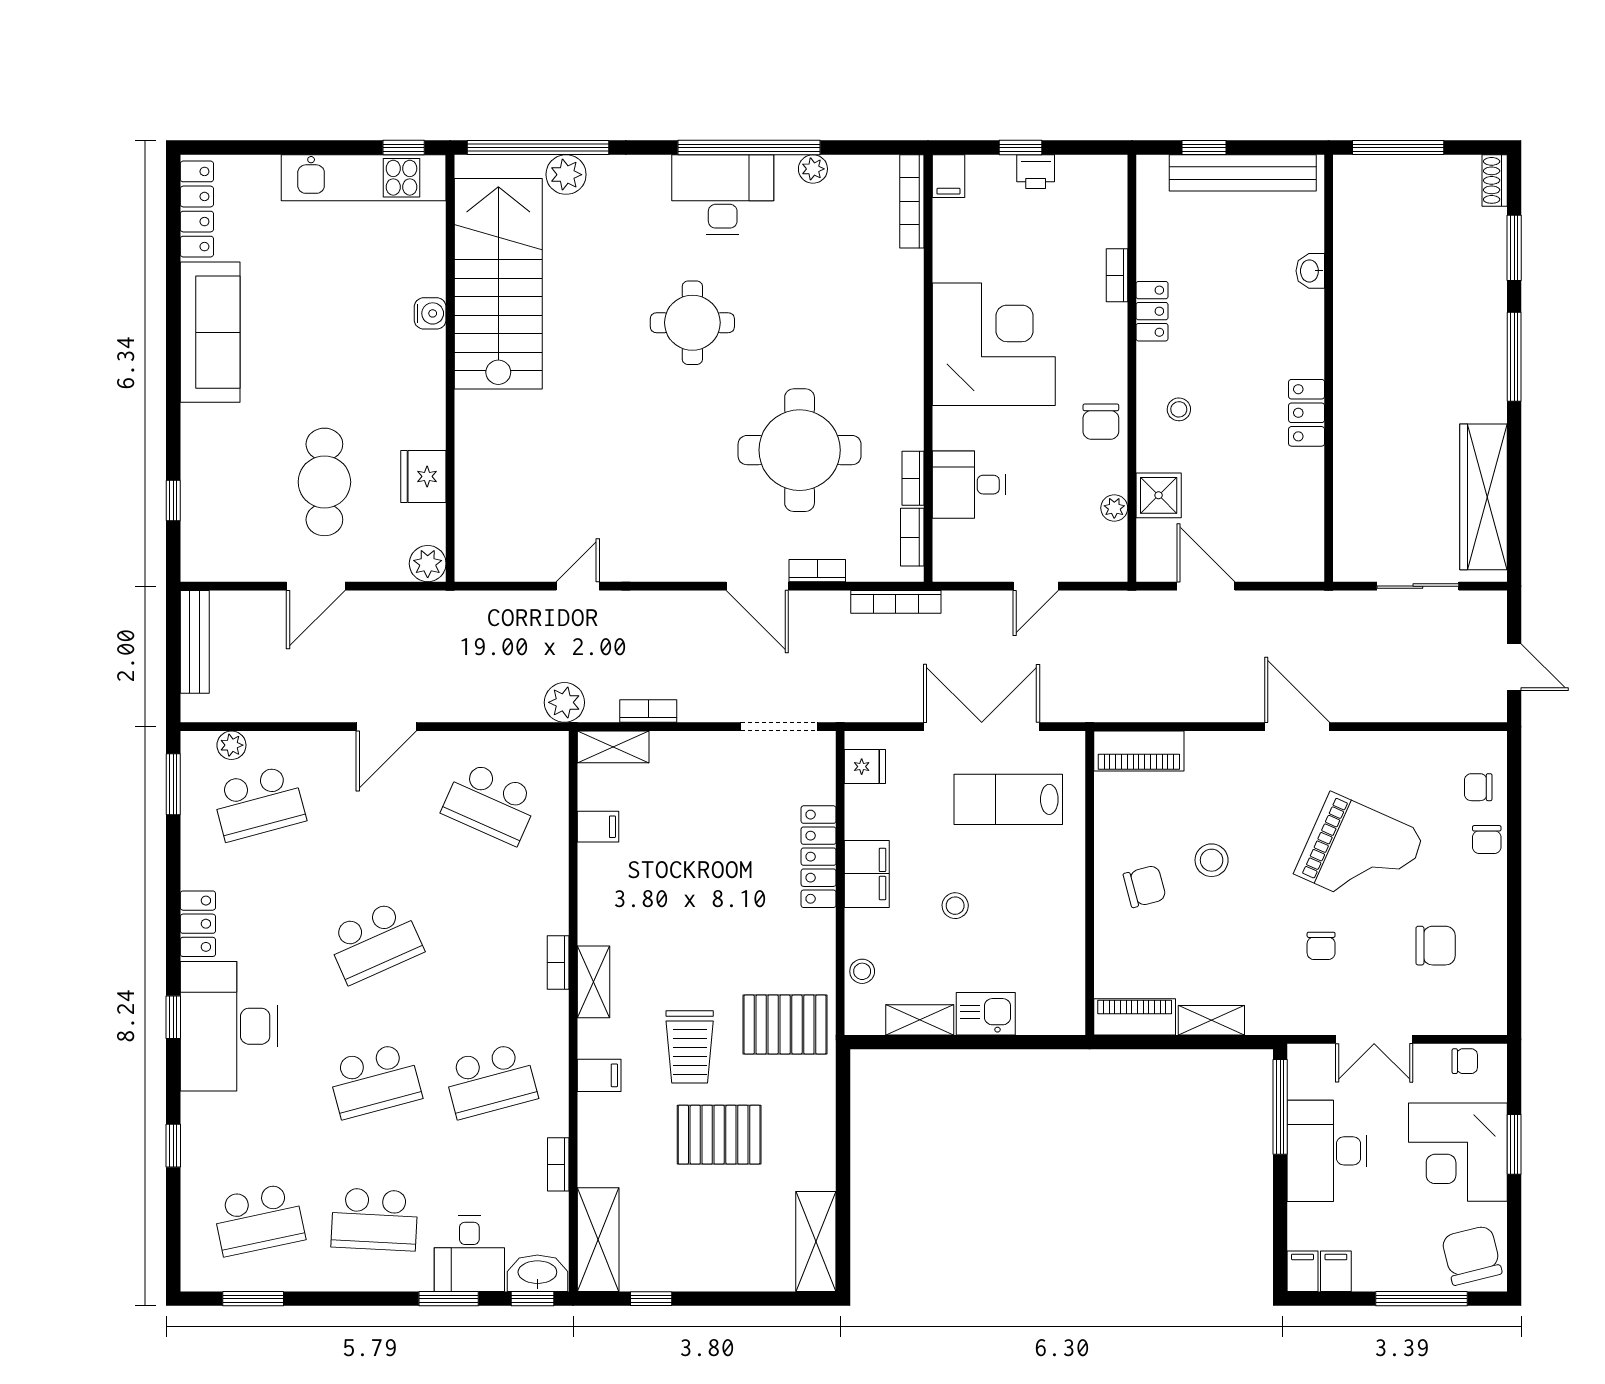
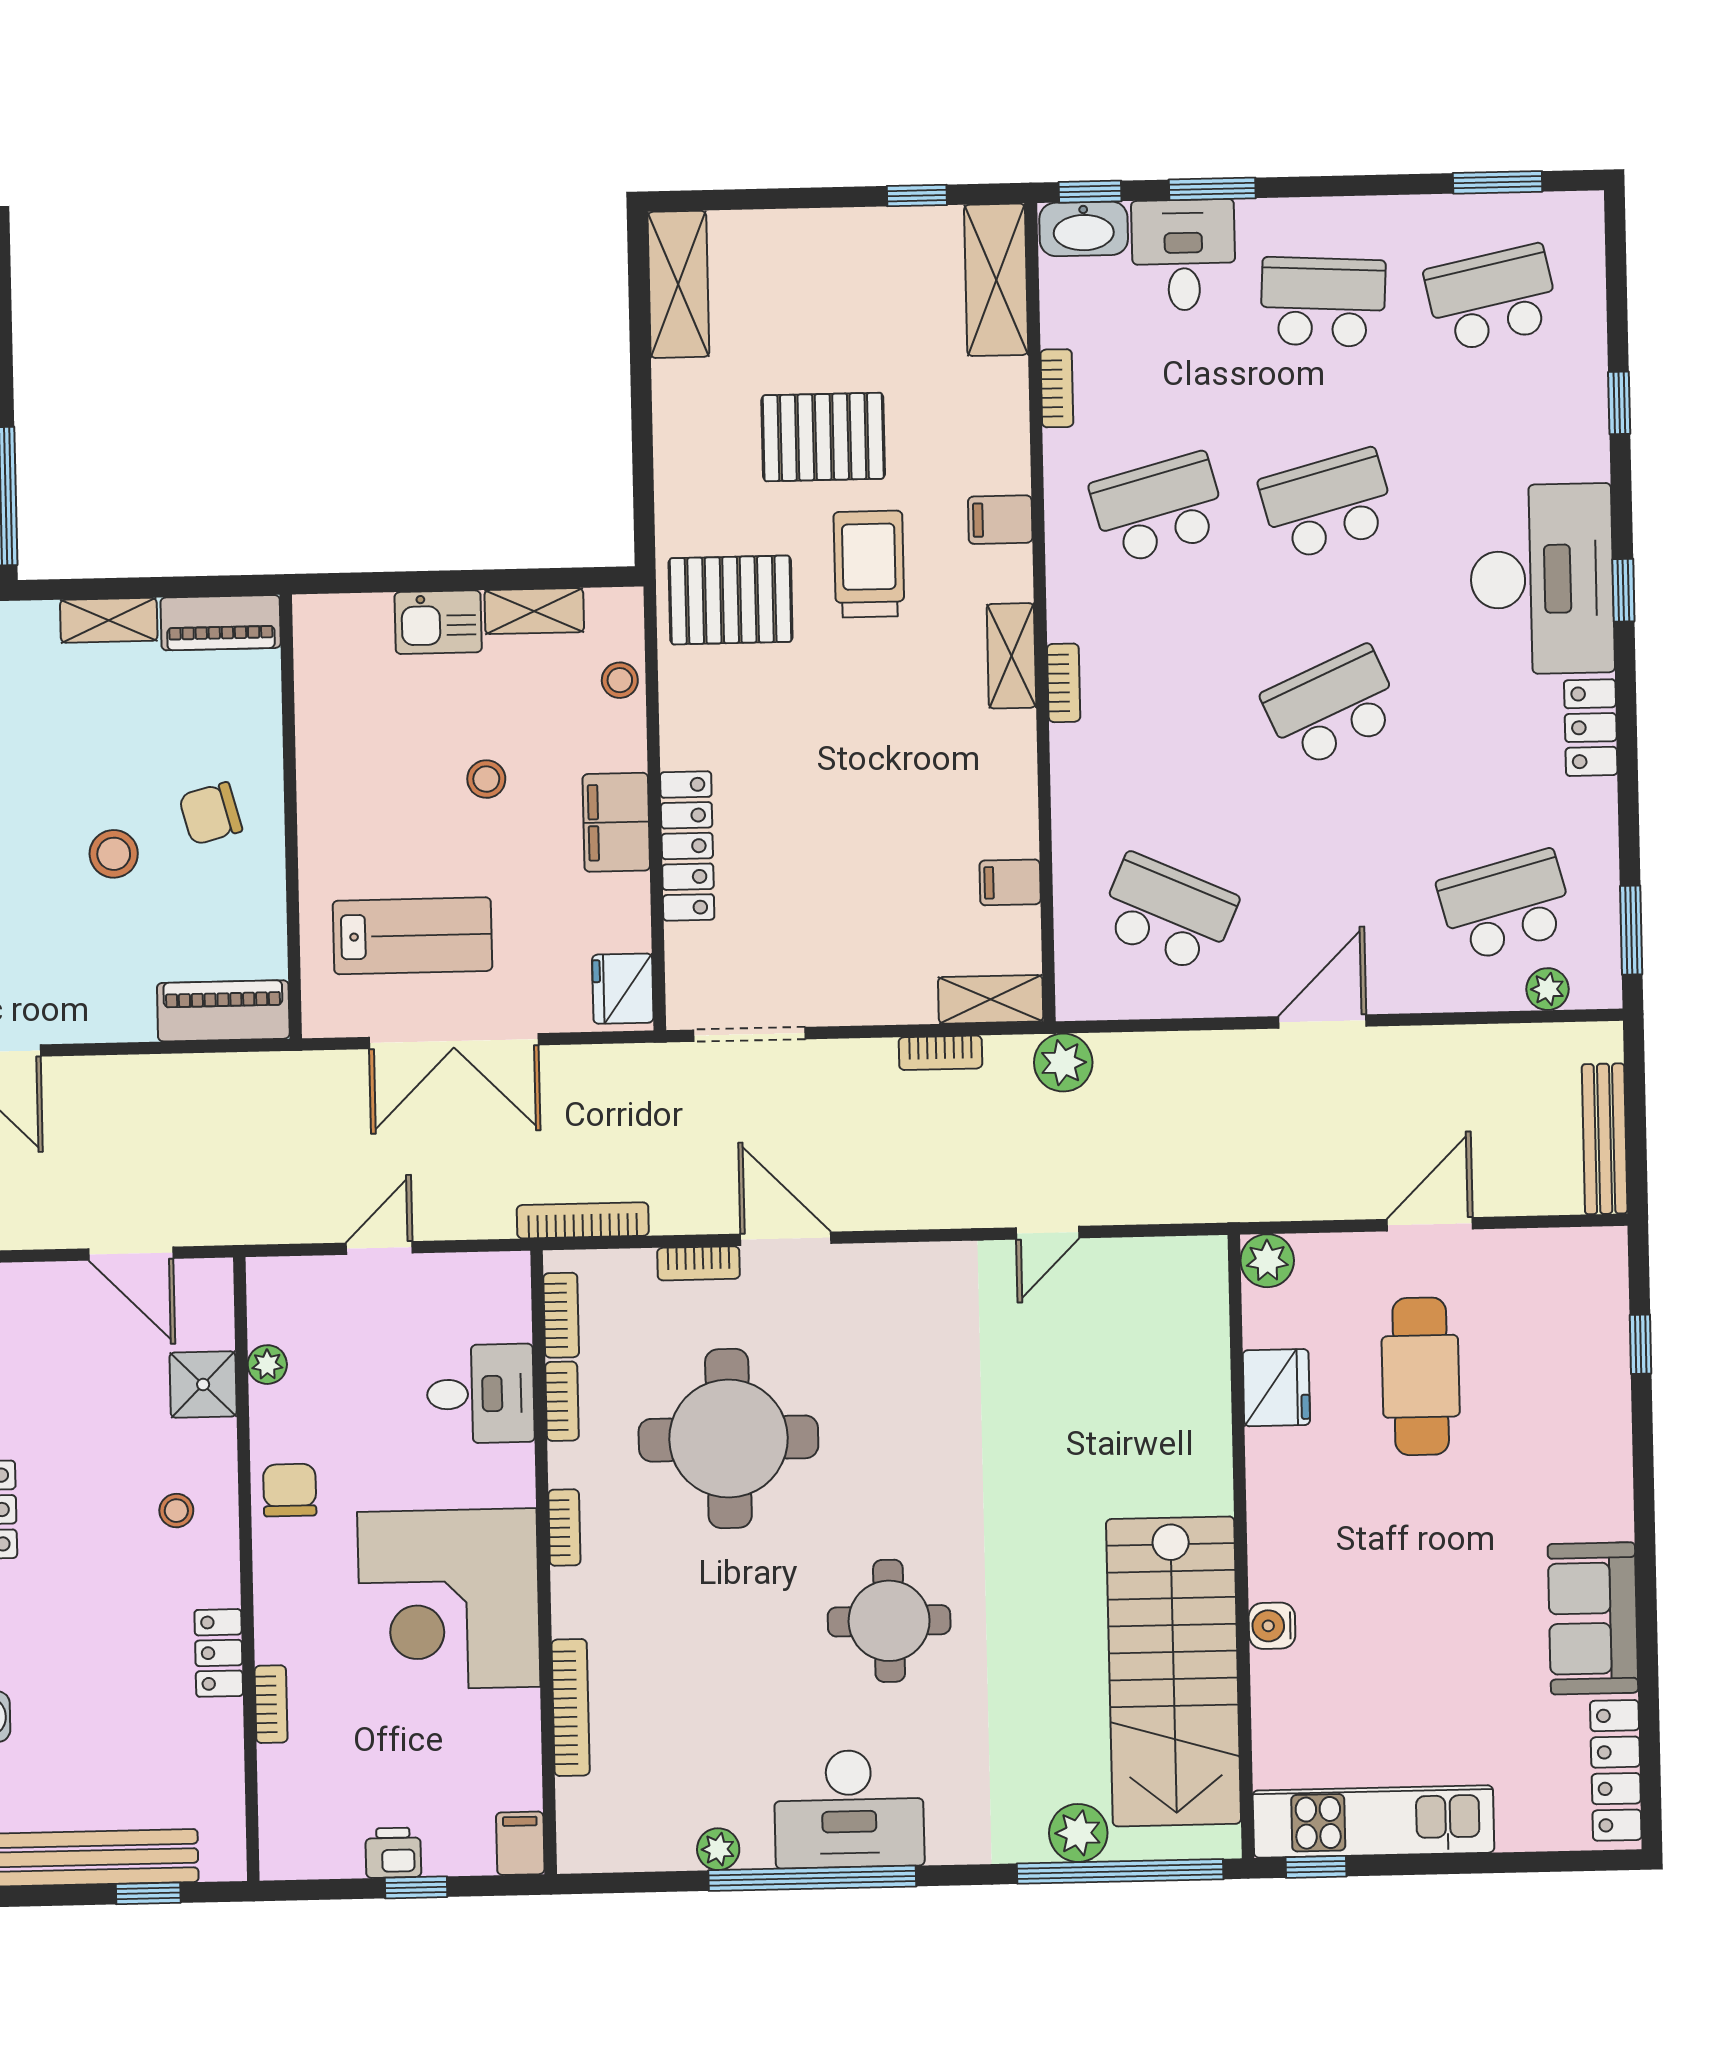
bookcase: (912, 201) -> (571, 1708), moved
sofa: (210, 332) -> (1593, 1618), width x0.73
bookcase: (913, 392) -> (564, 1528), added
fridge: (865, 767) -> (623, 989), width x1.38

